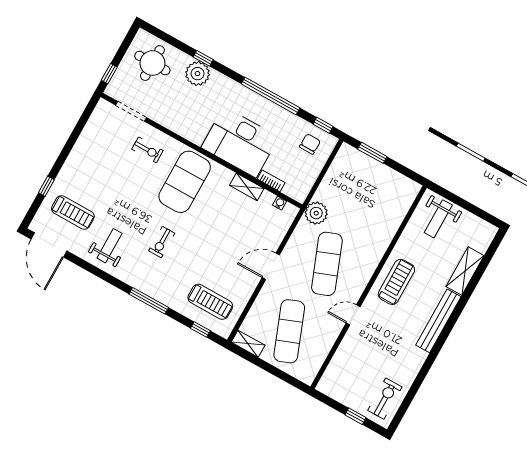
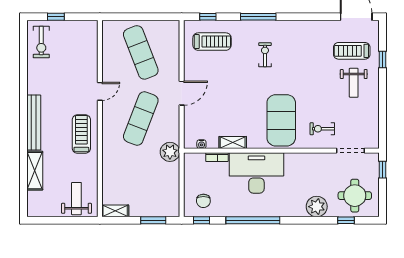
window: (203, 58) -> (346, 220), moved
exercise bike: (162, 242) -> (265, 55), moved
weight bench: (109, 246) -> (354, 83), moved
exercise mat: (327, 264) -> (141, 118), turned 42
treadmill: (396, 282) -> (81, 134), turned 180
treadmill: (210, 302) -> (212, 42), turned 180
shelving: (248, 344) -> (115, 211), moved

